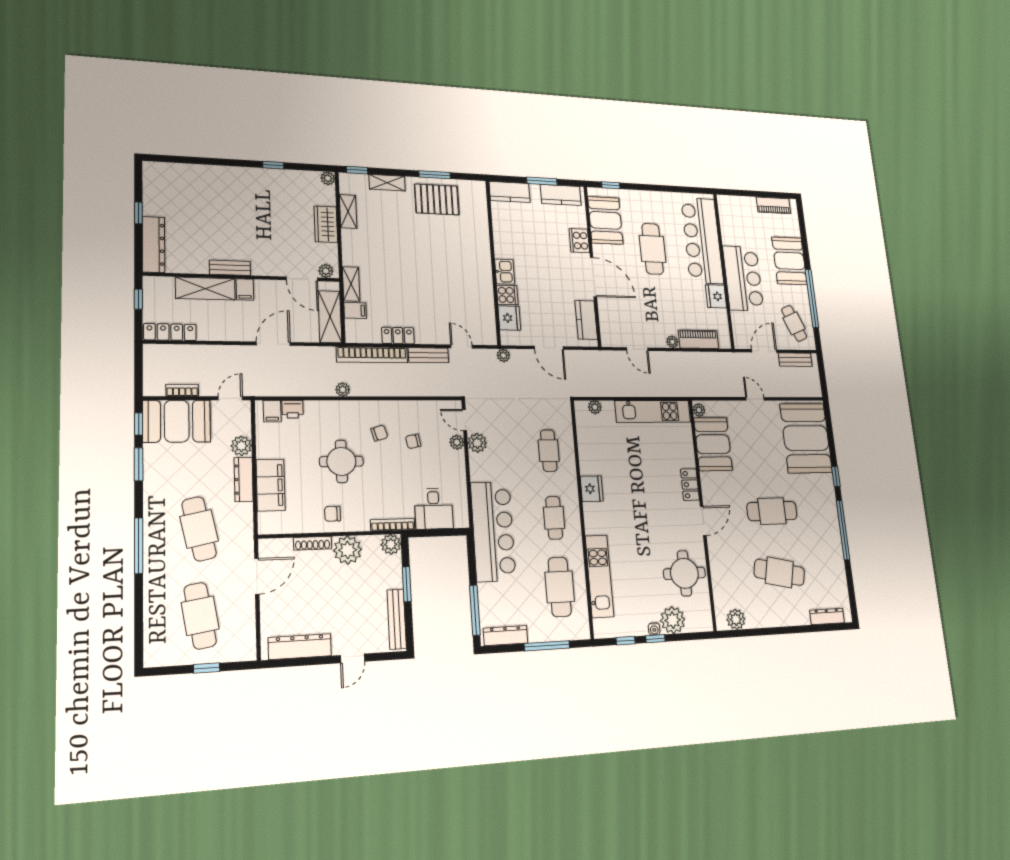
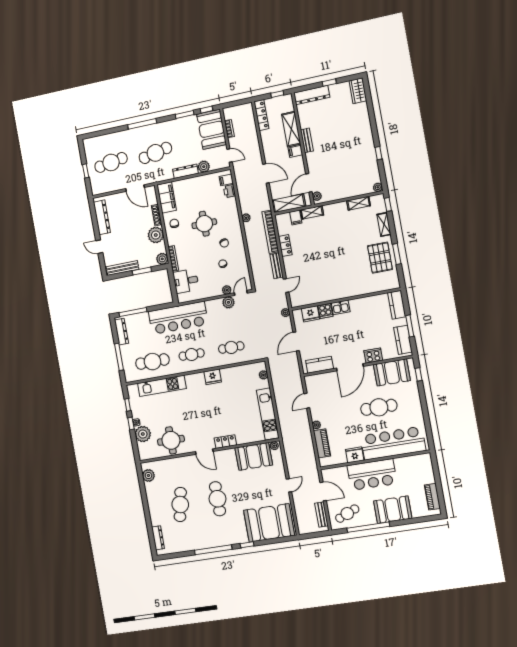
wardrobe: (326, 224) -> (358, 91), moved, turned -90
filing cabinet: (271, 485) -> (167, 197), moved, turned -90

